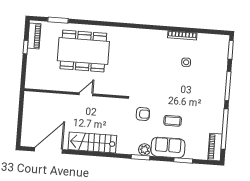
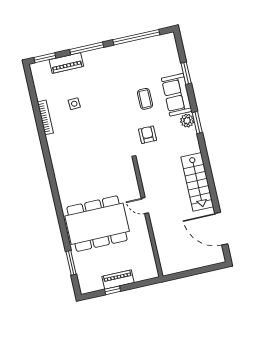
piano: (34, 36) -> (118, 280), moved
dining table: (83, 51) -> (97, 224), turned 90
piano: (215, 147) -> (66, 63), moved

